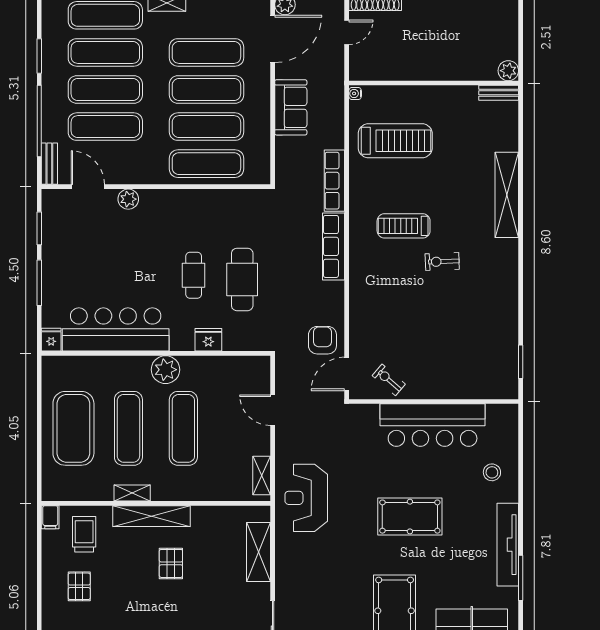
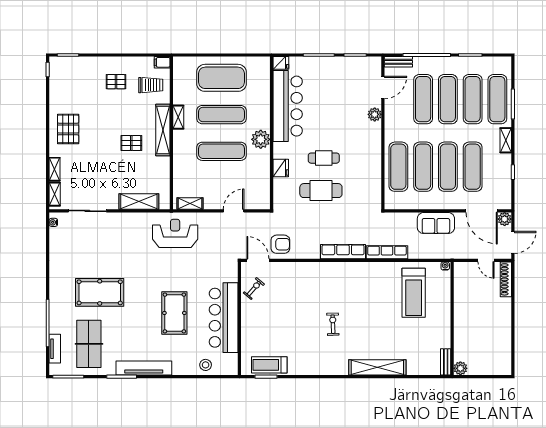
treadmill: (404, 226) -> (269, 365), moved, turned -90
stool: (492, 472) -> (206, 365), moved
pool table: (410, 517) -> (174, 313), moved

